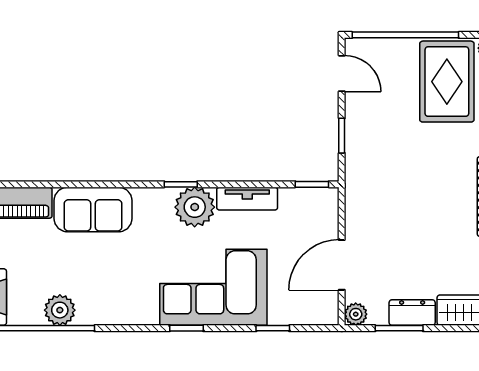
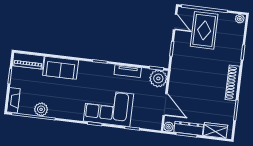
rug: (447, 82) -> (204, 30), moved
plant: (195, 207) -> (158, 78), moved
door: (342, 265) -> (165, 105), swing flipped
dresser: (412, 313) -> (189, 128), width x1.44

